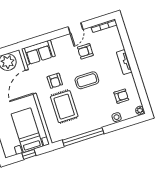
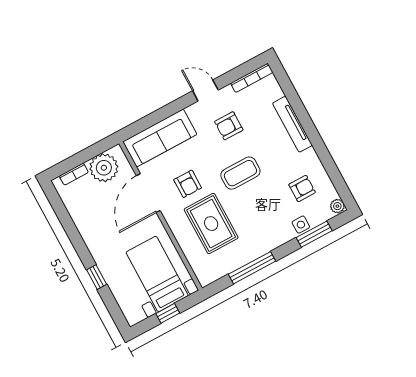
door: (76, 28) -> (205, 90), swing flipped
sofa: (38, 52) -> (160, 138), width x1.36
tv unit: (124, 62) -> (292, 124), width x1.41
window: (123, 124) -> (314, 234), added
window: (83, 137) -> (252, 268), width x0.68

